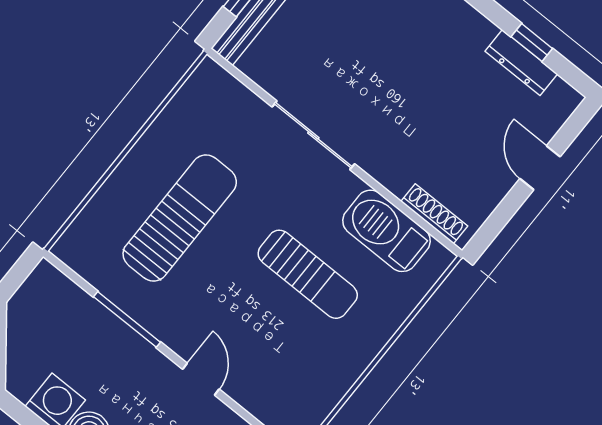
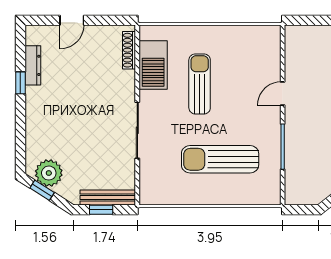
window: (532, 43) -> (20, 83), moved

